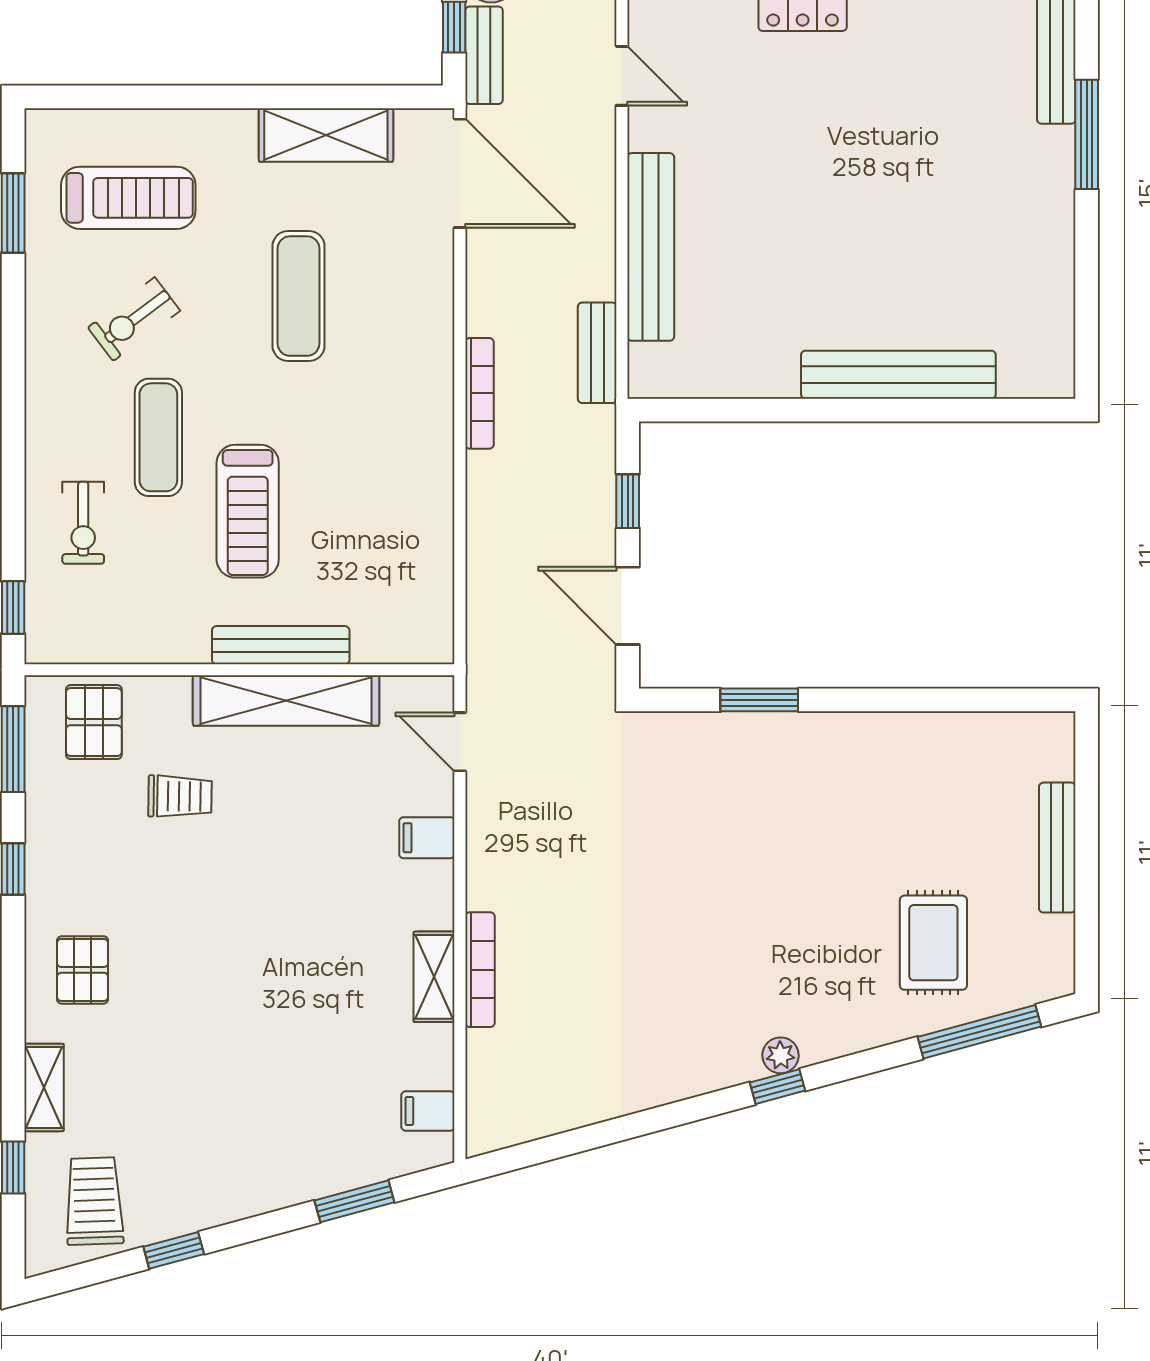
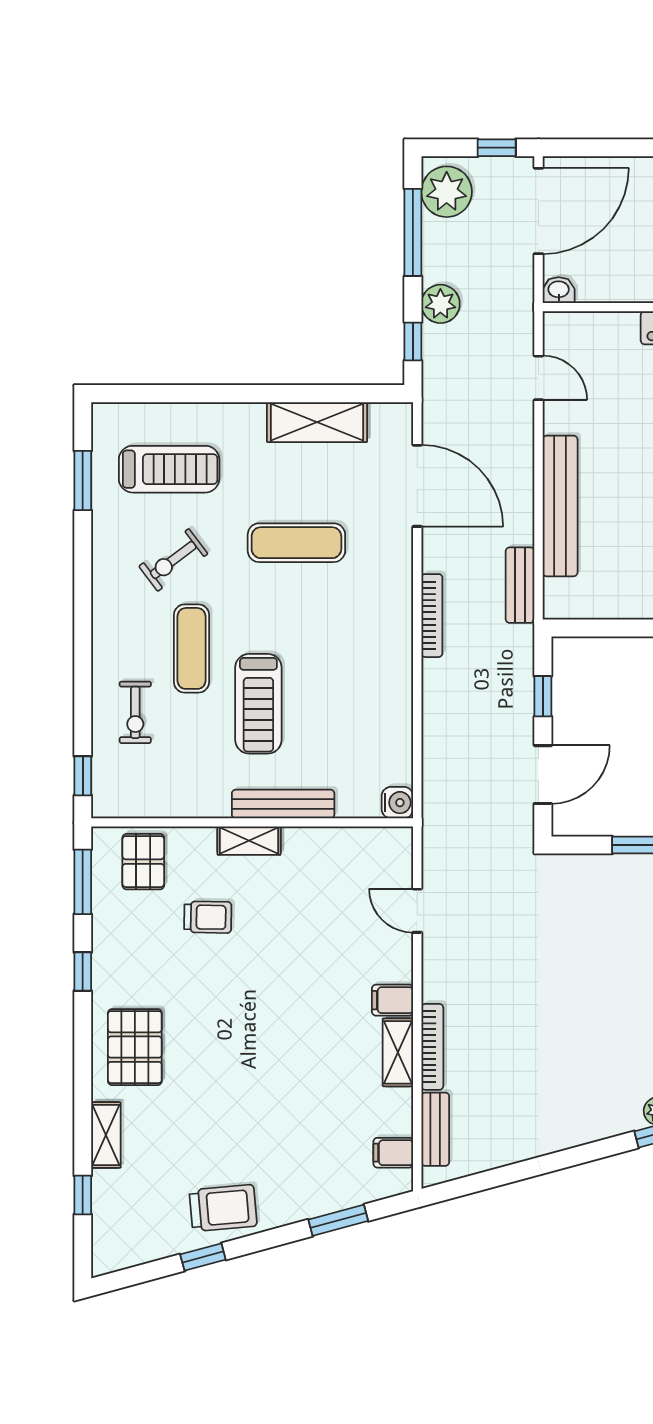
bench: (484, 55) -> (435, 1129), moved
door: (460, 173) -> (417, 486), moved
exercise mat: (299, 296) -> (296, 543), turned 90
door: (628, 606) -> (543, 775), swing flipped
water cooler: (433, 643) -> (397, 803), added
shelving: (286, 701) -> (249, 841), width x0.45, depth x0.75
door: (460, 742) -> (417, 911), moved
filing cabinet: (427, 838) -> (393, 1000), moved
pallet: (83, 970) -> (135, 1047), width x1.50, depth x1.42
trolley: (94, 1201) -> (223, 1208), moved, turned 87

